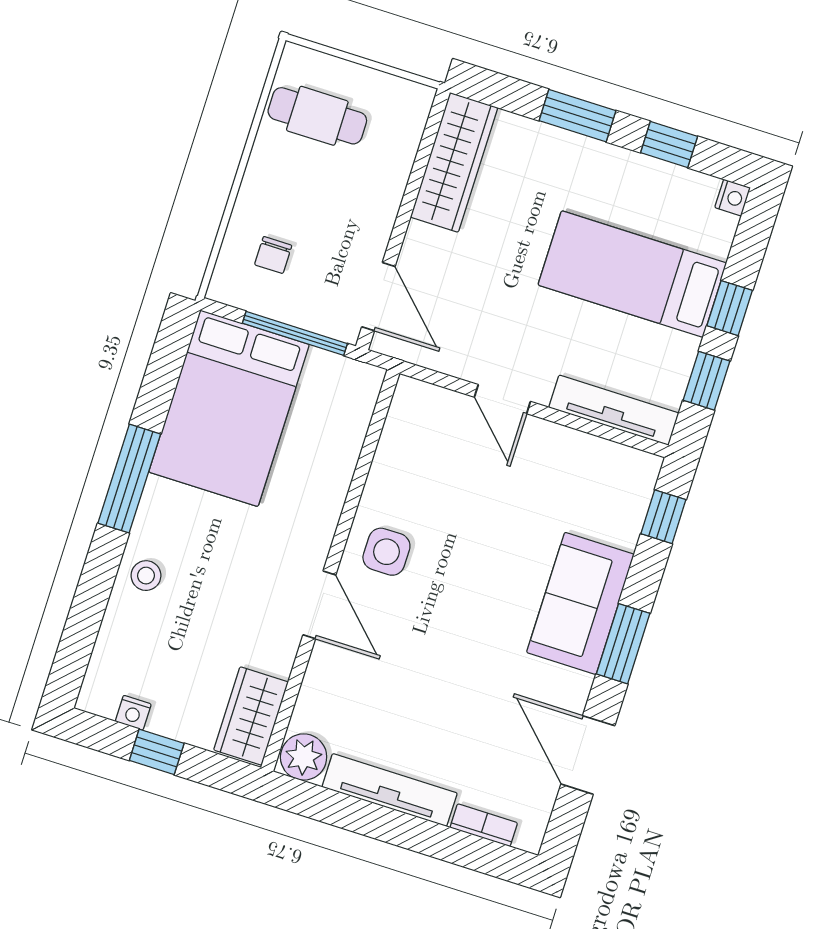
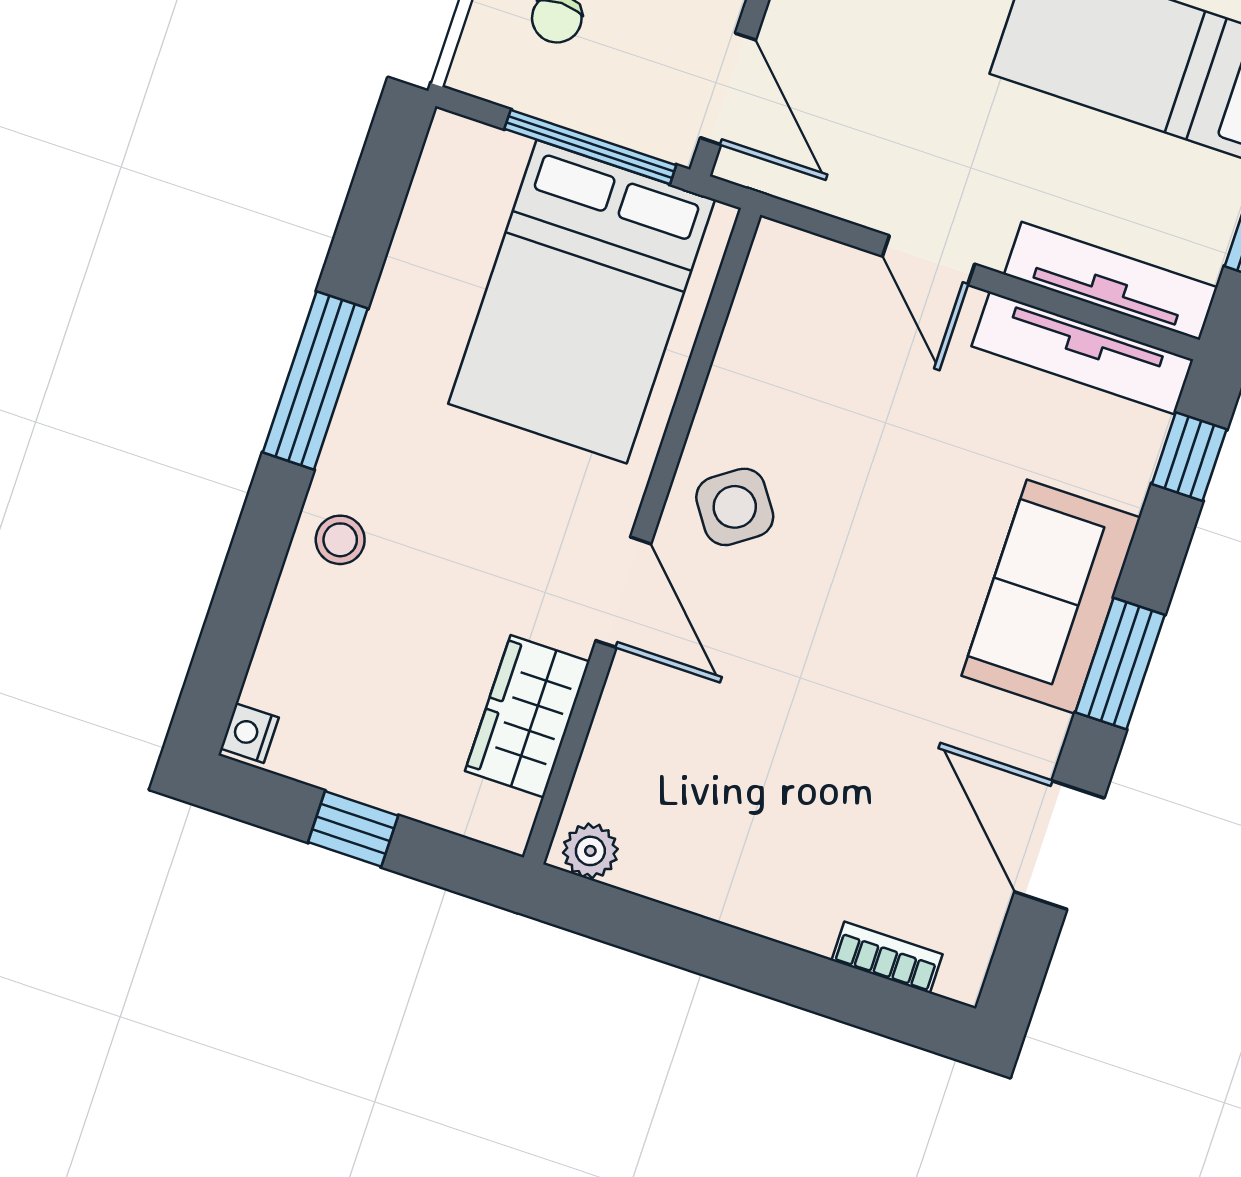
bed: (229, 408) -> (582, 302), moved
side table: (386, 552) -> (735, 507), turned -35
nightstand: (133, 713) -> (250, 733), moved, turned 90
wardrobe: (251, 716) -> (527, 716), moved
plant: (304, 757) -> (590, 851), width x0.73, depth x0.73
tv unit: (390, 790) -> (1082, 353), moved, turned 180

